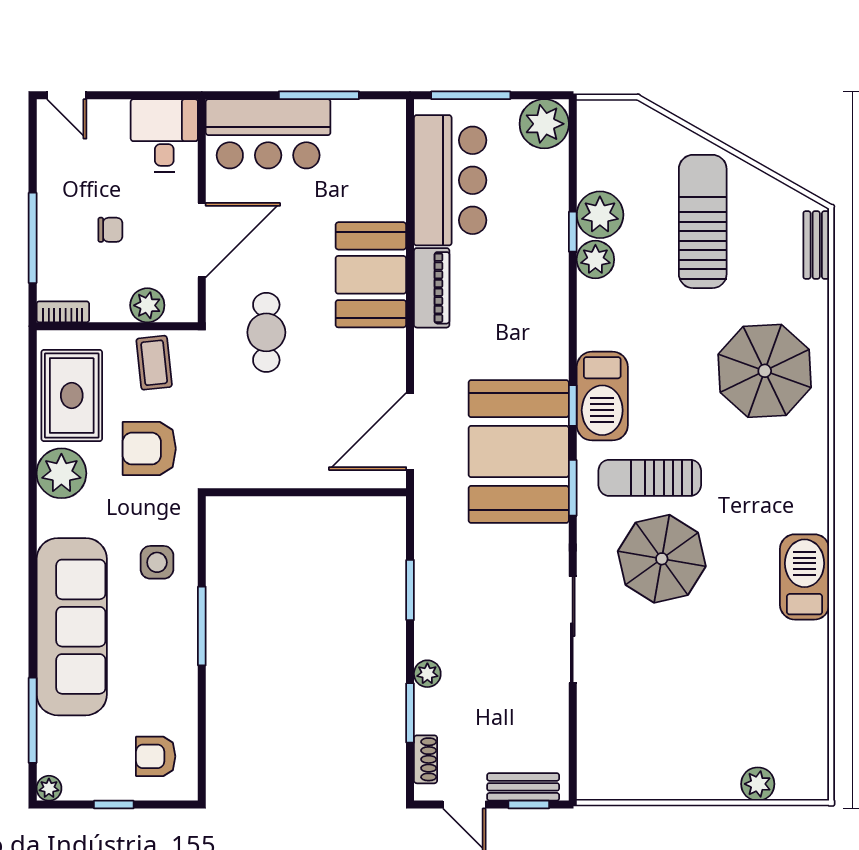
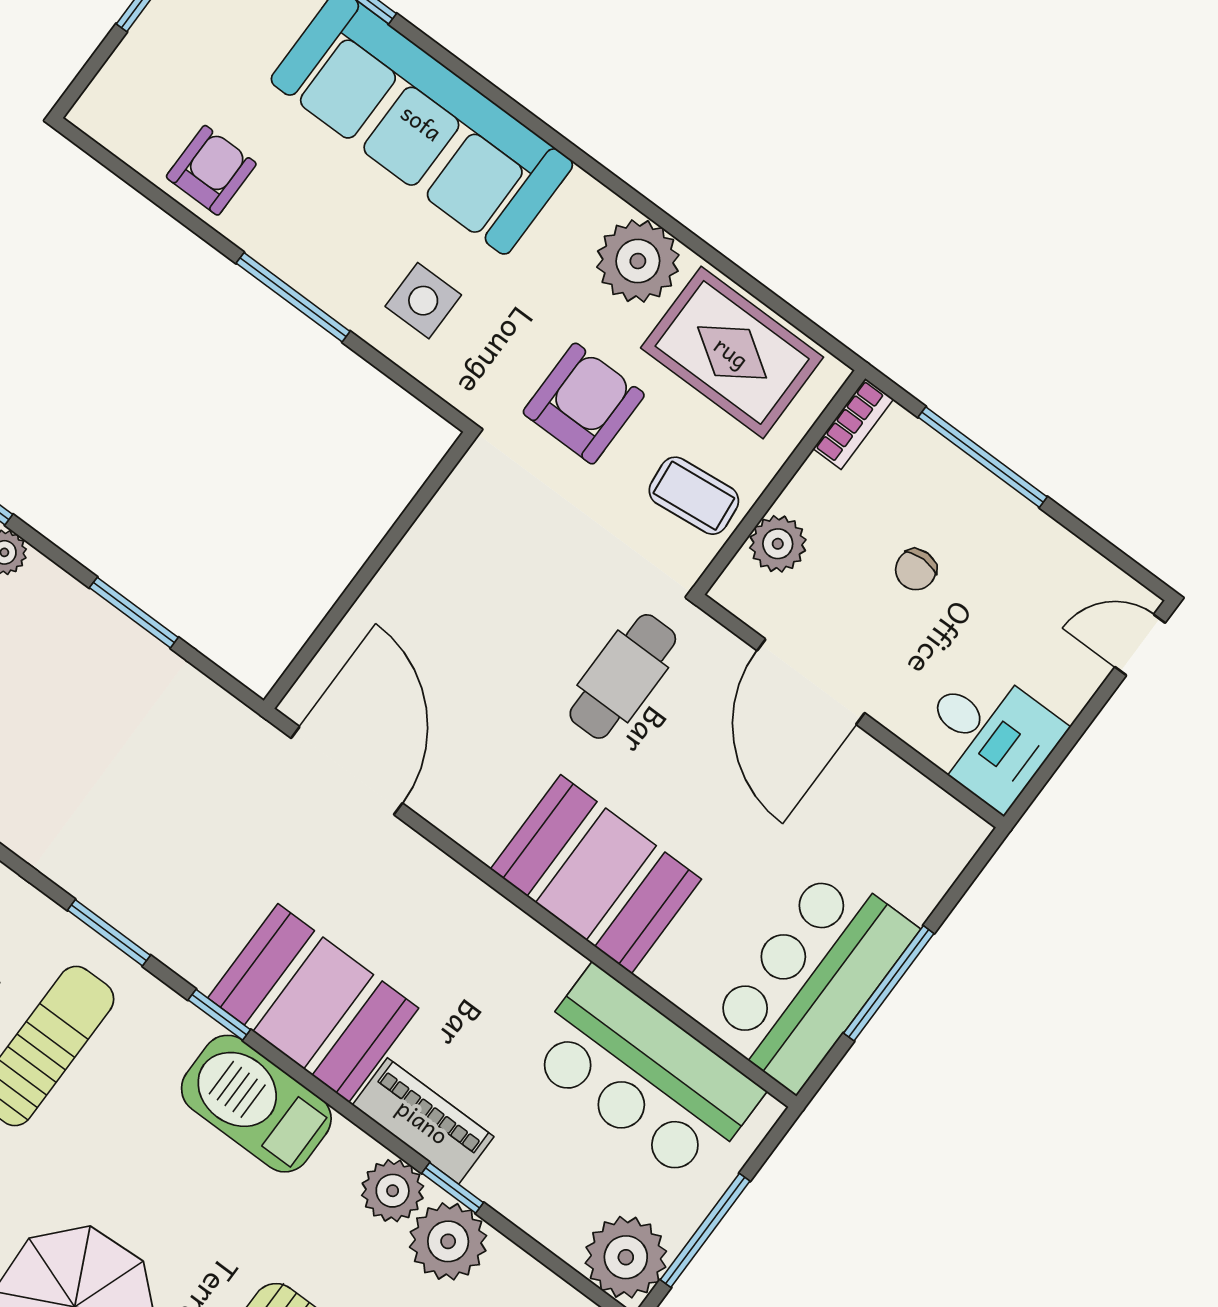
window: (471, 95) -> (705, 1230), moved
bar counter: (268, 134) -> (812, 978), moved
piano: (432, 288) -> (423, 1121), moved, turned 180
cafe table: (266, 332) -> (623, 676), turned 90
barbecue: (602, 396) -> (256, 1104), moved
booth: (519, 451) -> (313, 1003), moved, width x0.73, depth x0.70
armchair: (156, 756) -> (211, 170), moved

